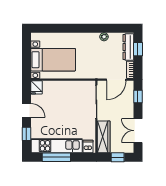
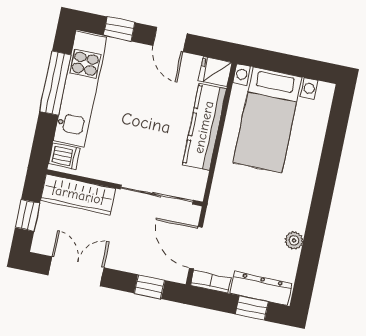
kitchen counter: (62, 87) -> (204, 127), added
door: (26, 110) -> (170, 40), hinge flipped

